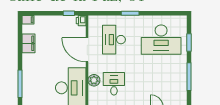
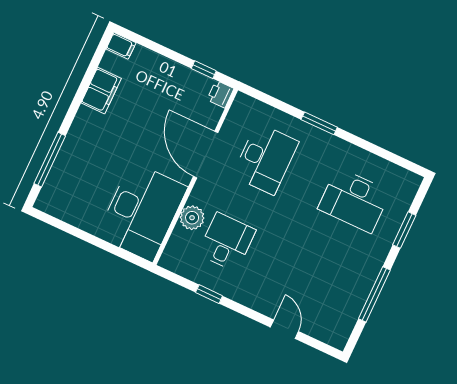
desk: (114, 40) -> (265, 159), turned 180
desk: (161, 40) -> (354, 200), width x0.73, depth x0.77

